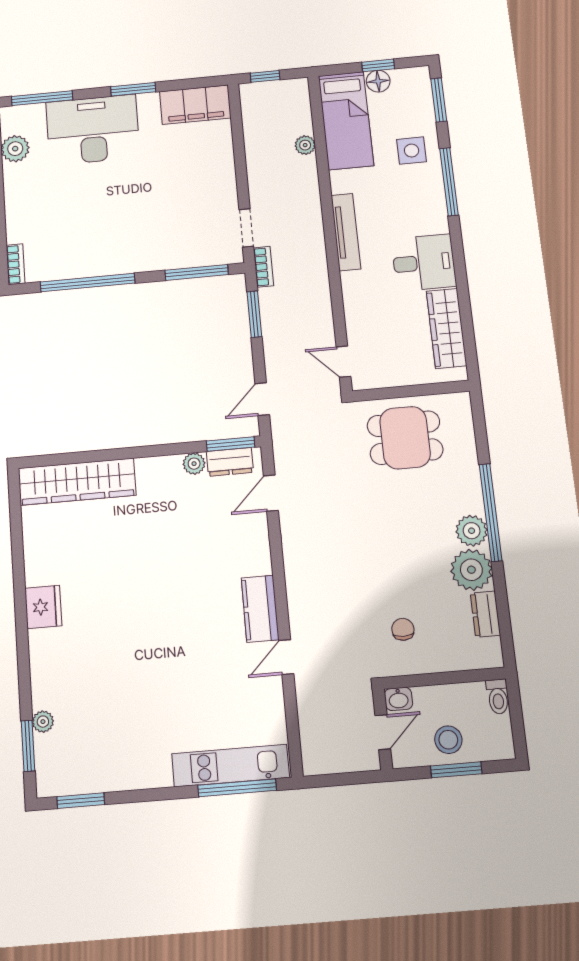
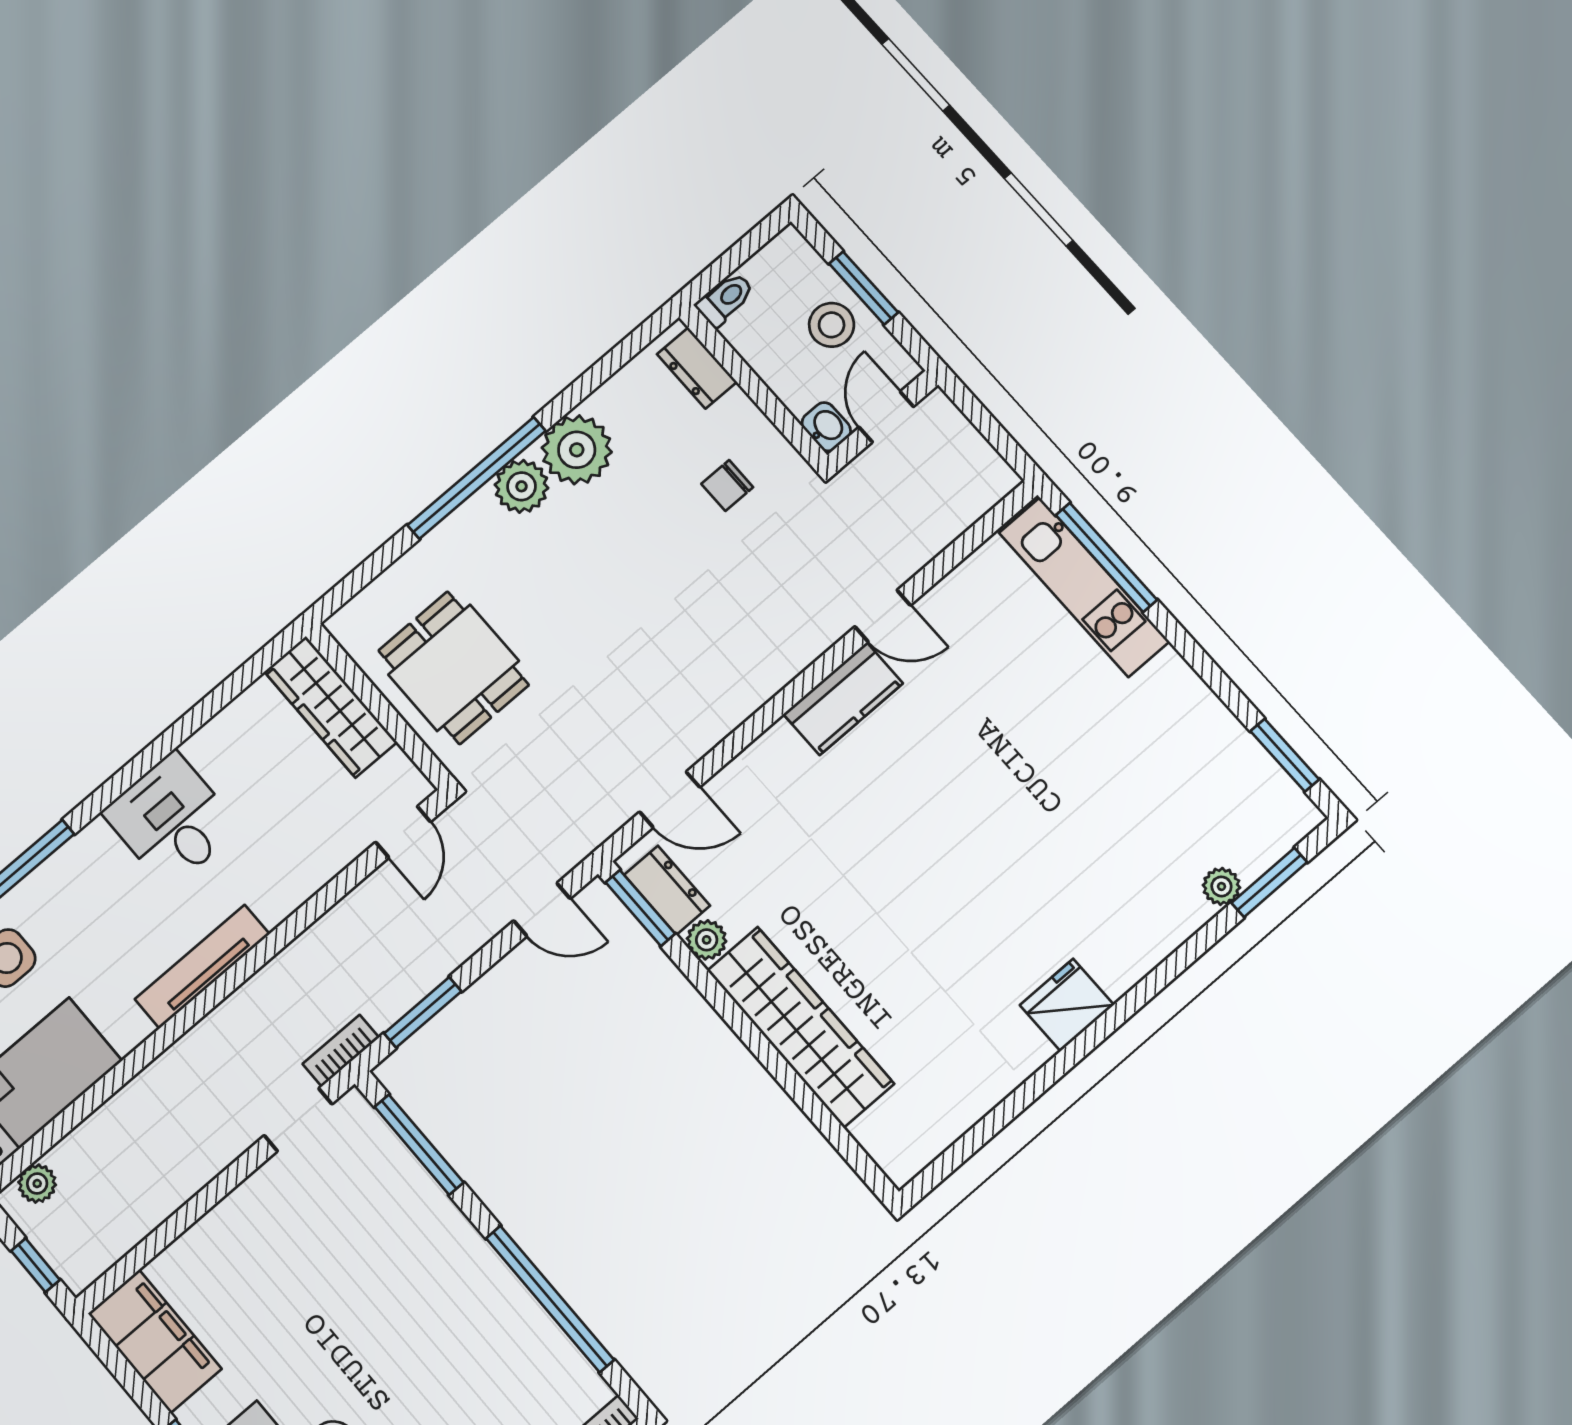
plant: (305, 145) -> (37, 1184), moved
wardrobe: (446, 328) -> (331, 707), moved, turned 90
wardrobe: (77, 482) -> (800, 1027), moved
dresser: (485, 614) -> (697, 368), moved, turned 90
door: (383, 732) -> (886, 417), hinge flipped

